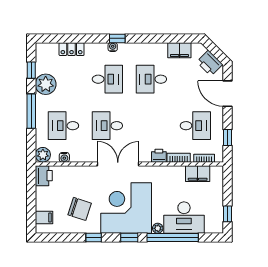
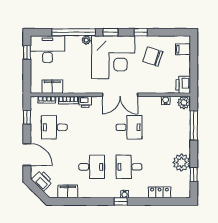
window: (31, 111) -> (194, 125), moved
desk: (64, 126) -> (166, 127), removed
desk: (184, 218) -> (47, 49), moved

